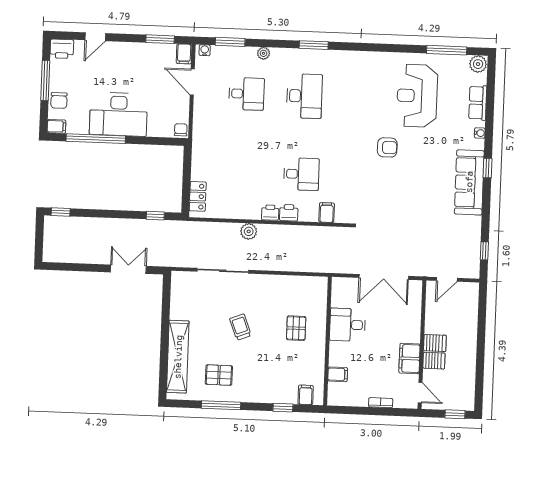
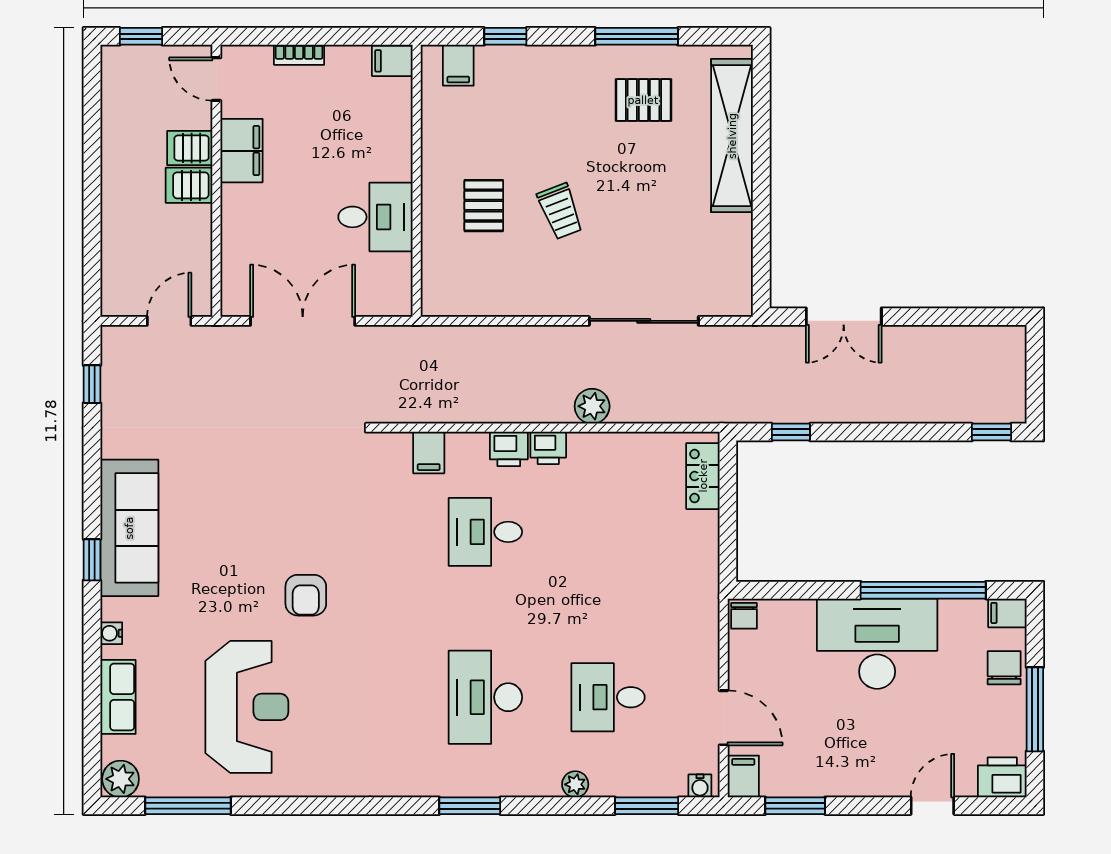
armchair: (387, 147) -> (306, 595), turned -90
trolley: (240, 327) -> (560, 211), moved
filing cabinet: (338, 374) -> (392, 61), moved

